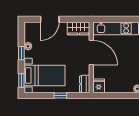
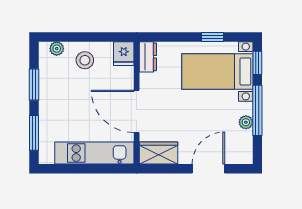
window: (21, 53) -> (257, 110), width x2.17
stool: (121, 82) -> (85, 60), added
window: (60, 95) -> (212, 37), moved

